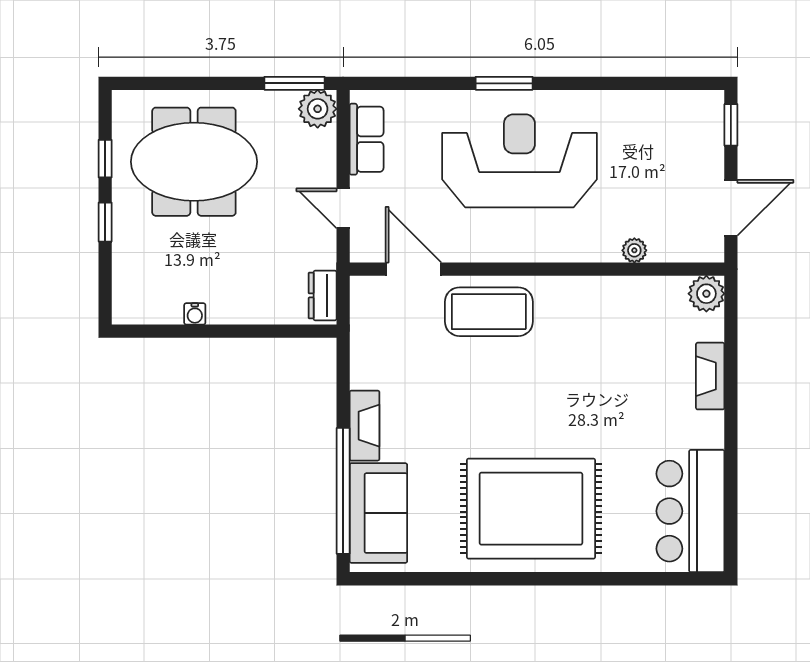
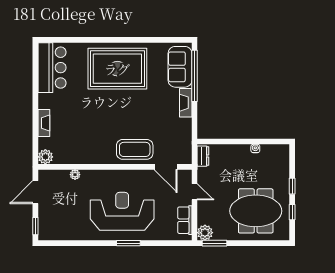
reception desk: (519, 161) -> (122, 211), turned 180

